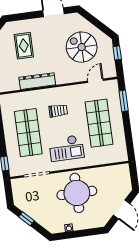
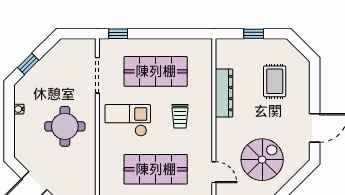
rug: (24, 46) -> (275, 81), turned 90
checkout: (66, 148) -> (128, 120), turned 90
round table: (77, 193) -> (65, 126), width x0.73, depth x0.73
window: (26, 219) -> (28, 64), moved

